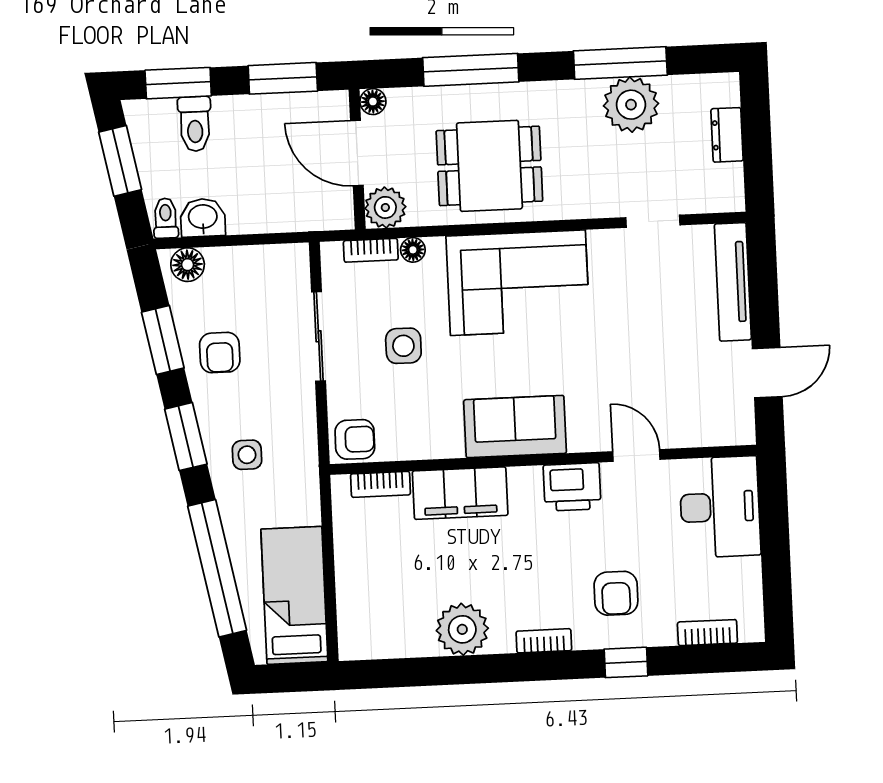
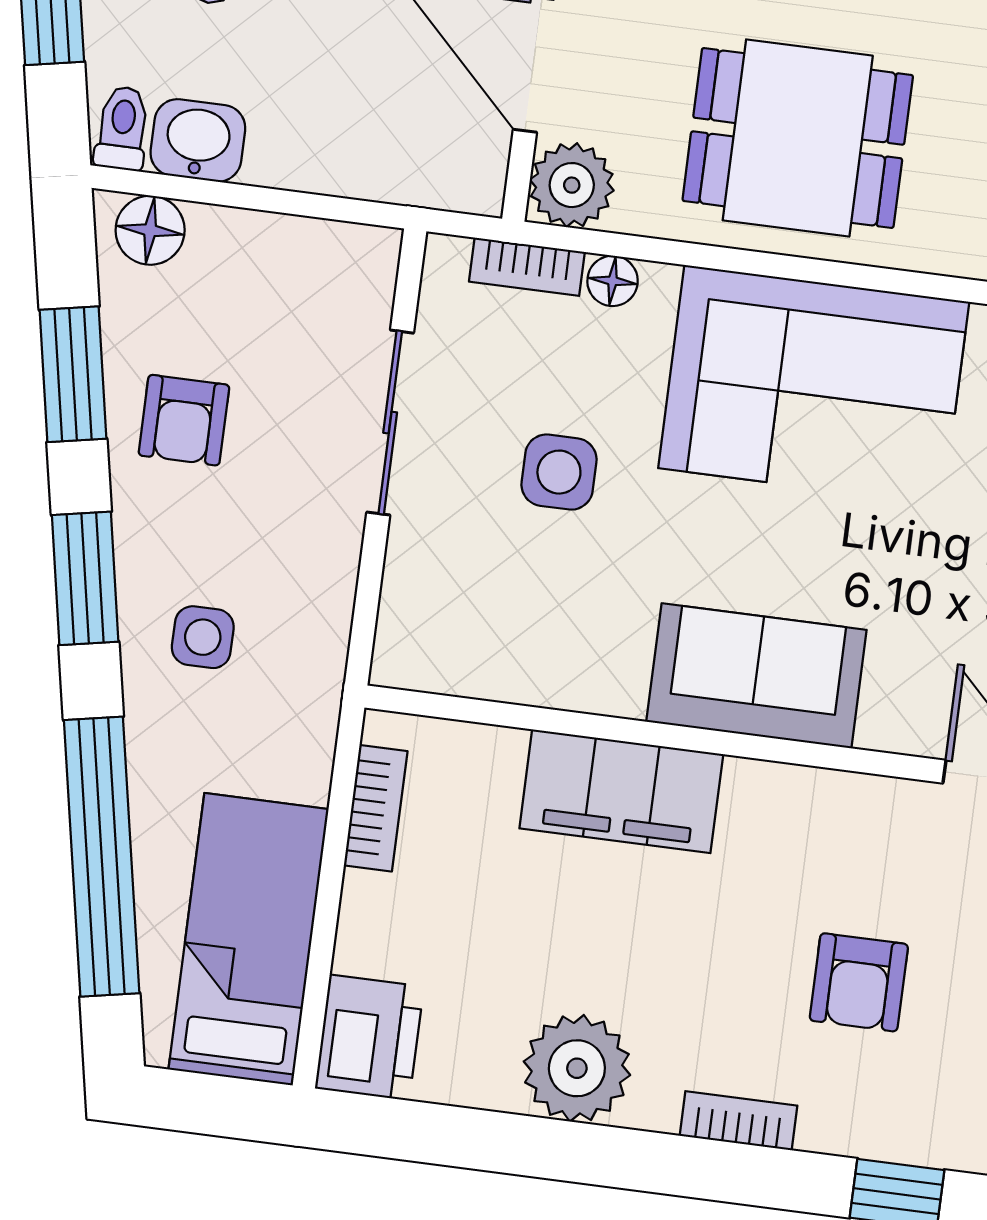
armchair: (355, 439) -> (427, 645), removed
bookcase: (380, 484) -> (376, 808), moved, turned -90
printer: (572, 487) -> (369, 1037), moved, turned -90
armchair: (616, 593) -> (859, 982), moved

